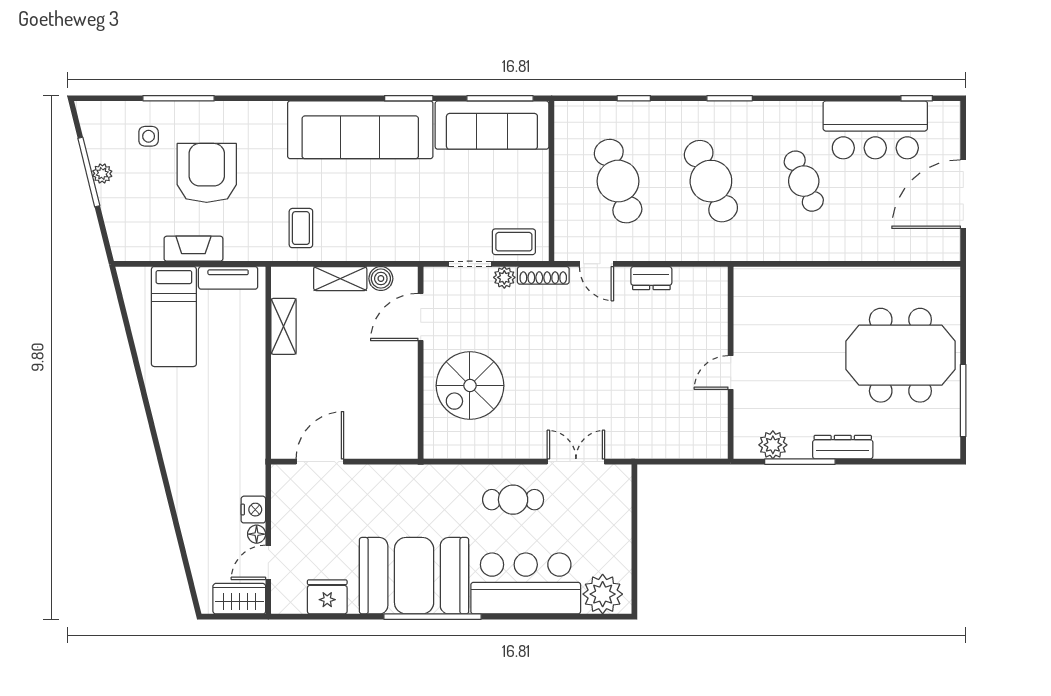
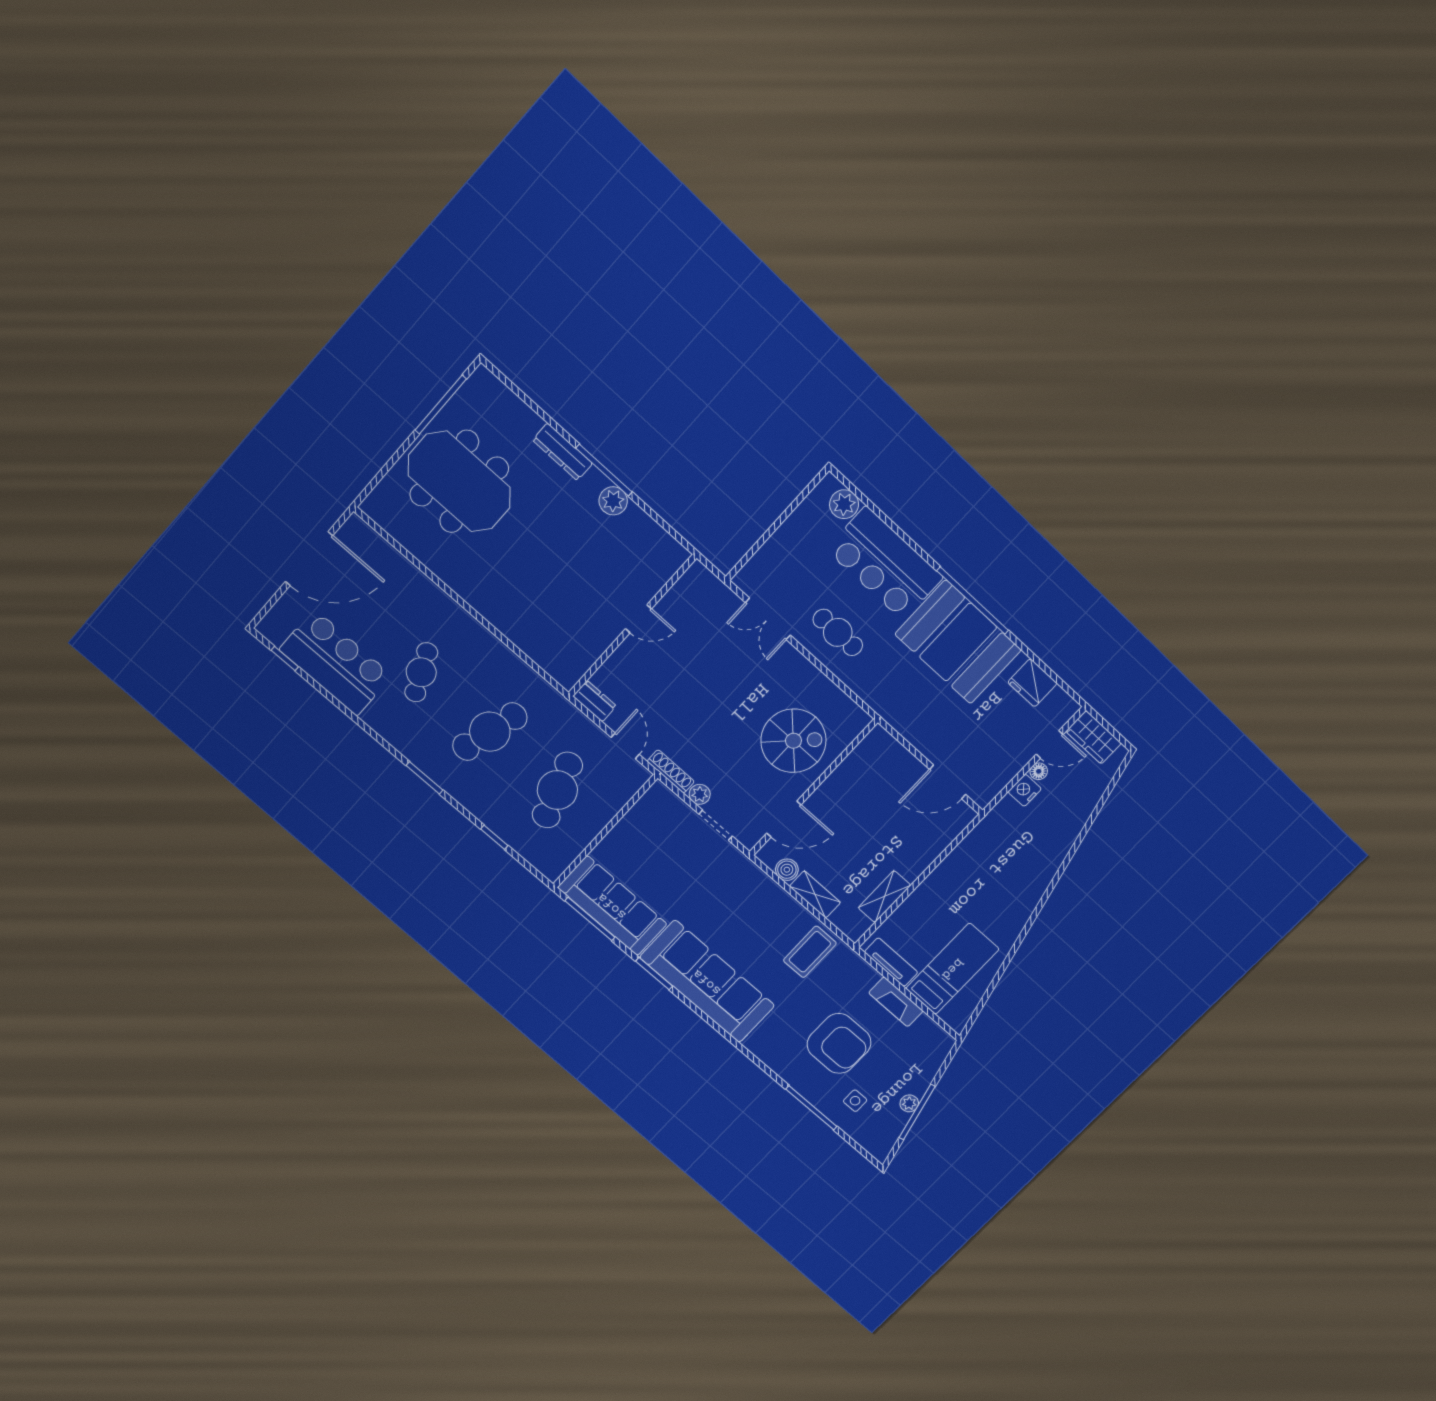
armchair: (207, 173) -> (839, 1043), turned -90
cafe table: (711, 181) -> (490, 732), turned 39
coffee table: (301, 228) -> (810, 952), width x1.36, depth x1.30
coffee table: (514, 242) -> (670, 813), removed
wall: (731, 363) -> (632, 626), moved
door: (731, 373) -> (638, 619), moved
plant: (603, 594) -> (844, 504), width x0.73, depth x0.73

